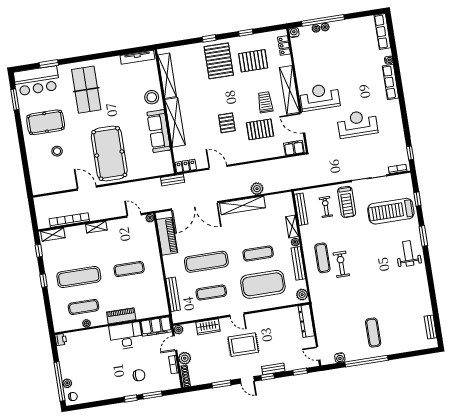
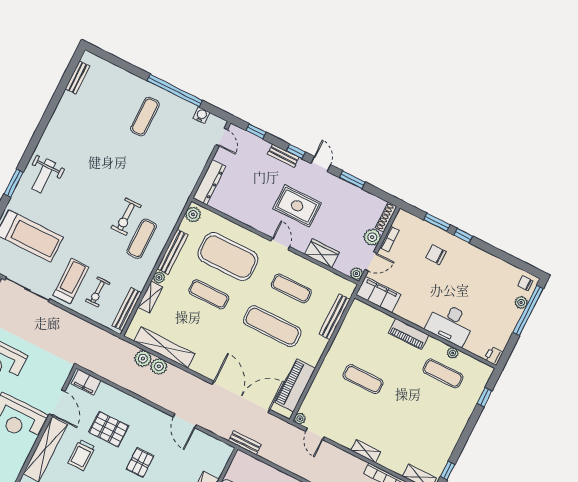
locker: (186, 166) -> (219, 448), removed
plant: (270, 186) -> (143, 359), added
shelving: (242, 205) -> (164, 348), moved
exercise mat: (79, 277) -> (424, 410), removed
window: (44, 281) -> (485, 397), moved
desk: (126, 336) -> (450, 324), moved

